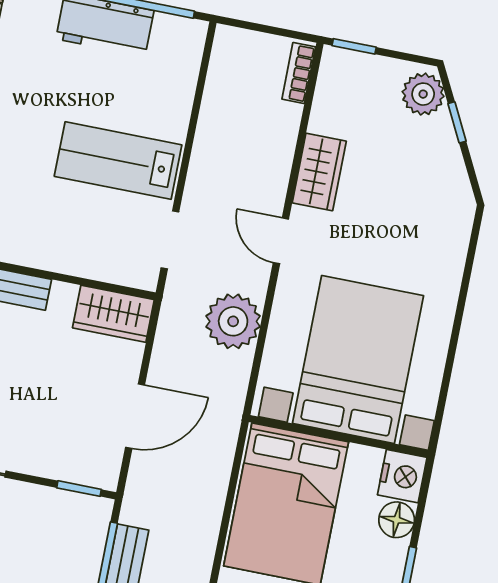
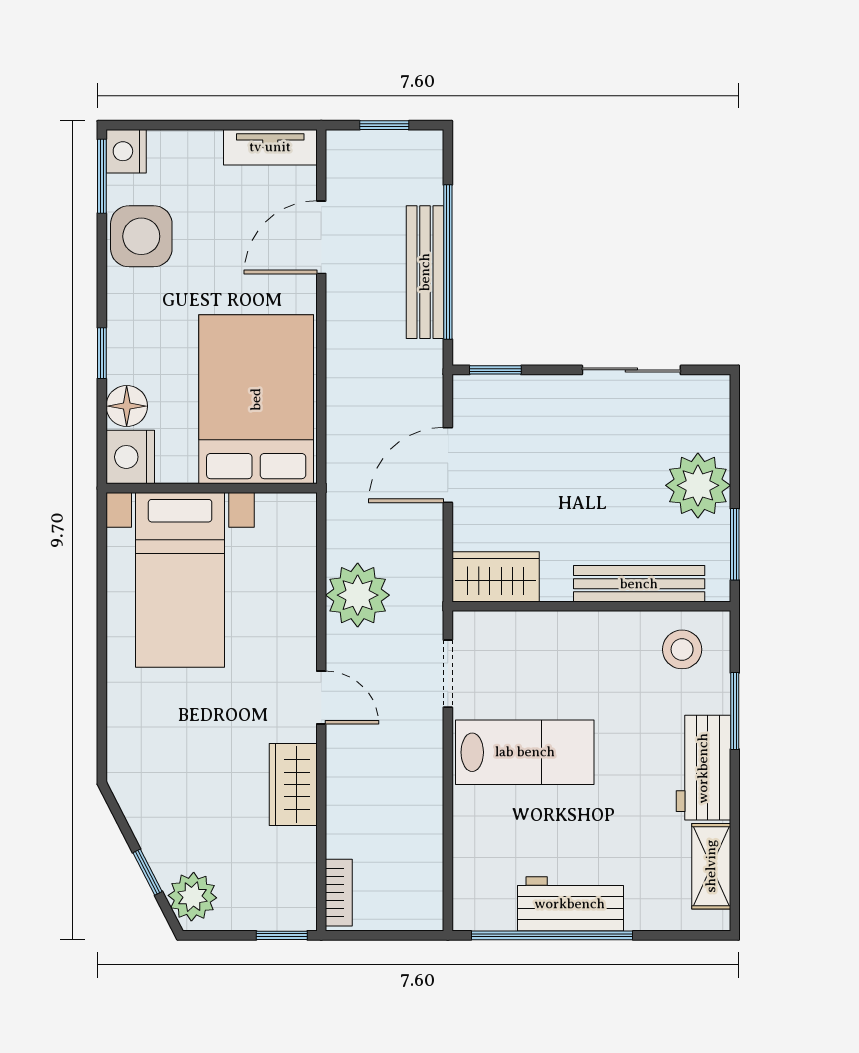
bed with nightstands: (358, 359) -> (180, 580), width x0.73

